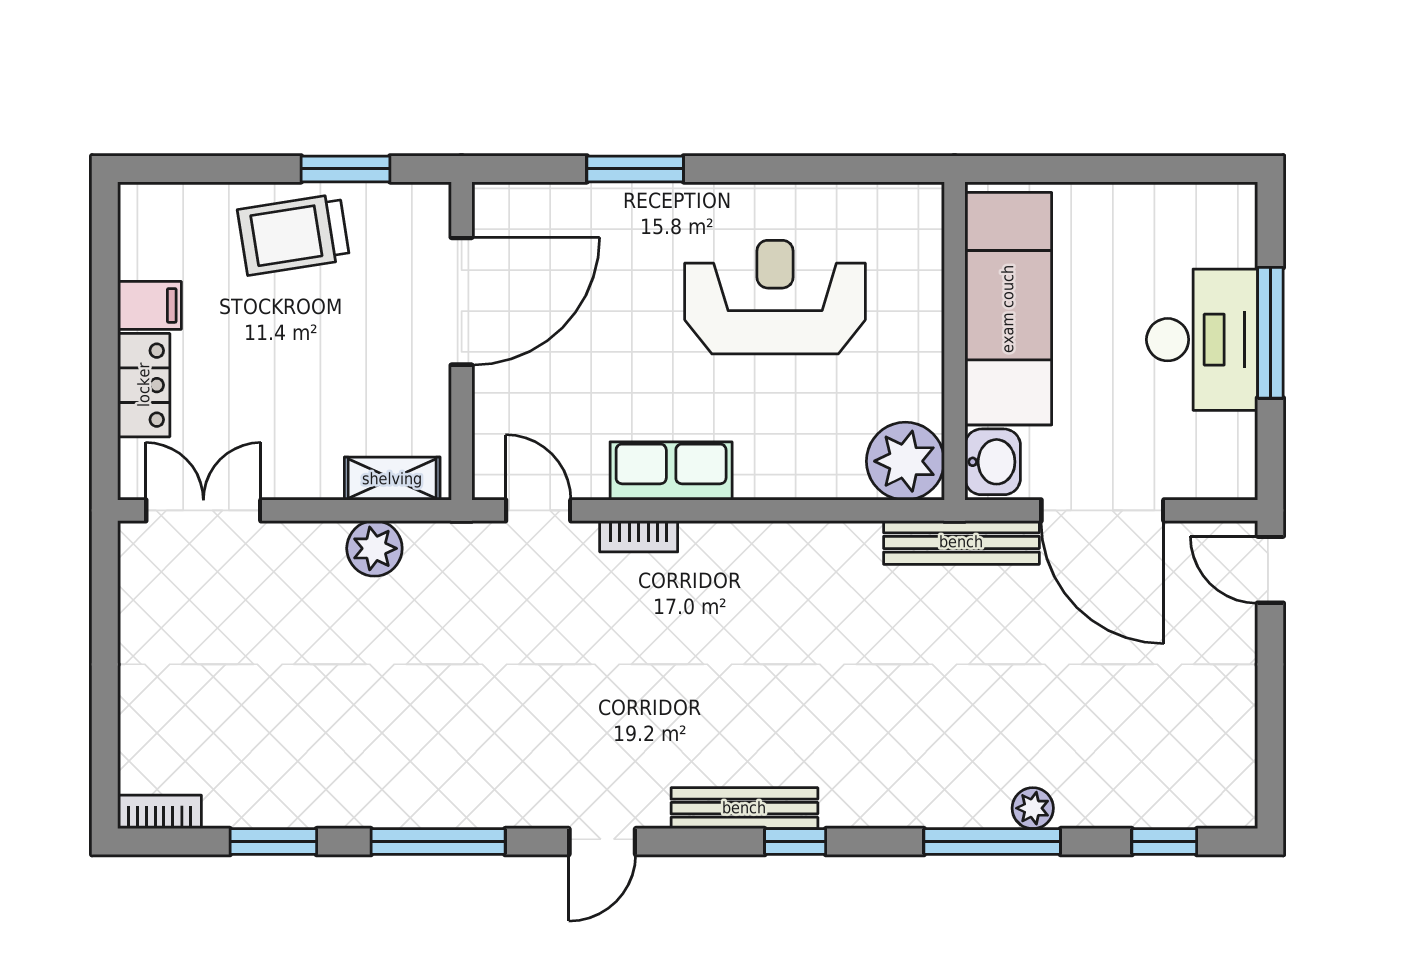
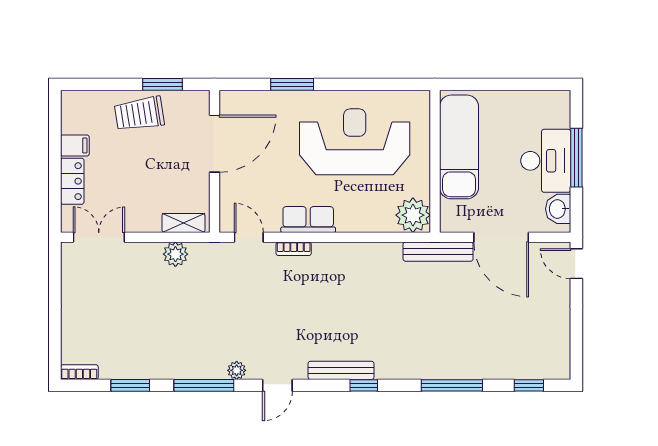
reception desk: (775, 297) -> (355, 142), width x1.36, depth x1.30
washbasin: (993, 462) -> (558, 209), moved, turned 180
plant: (1033, 808) -> (237, 370), moved

